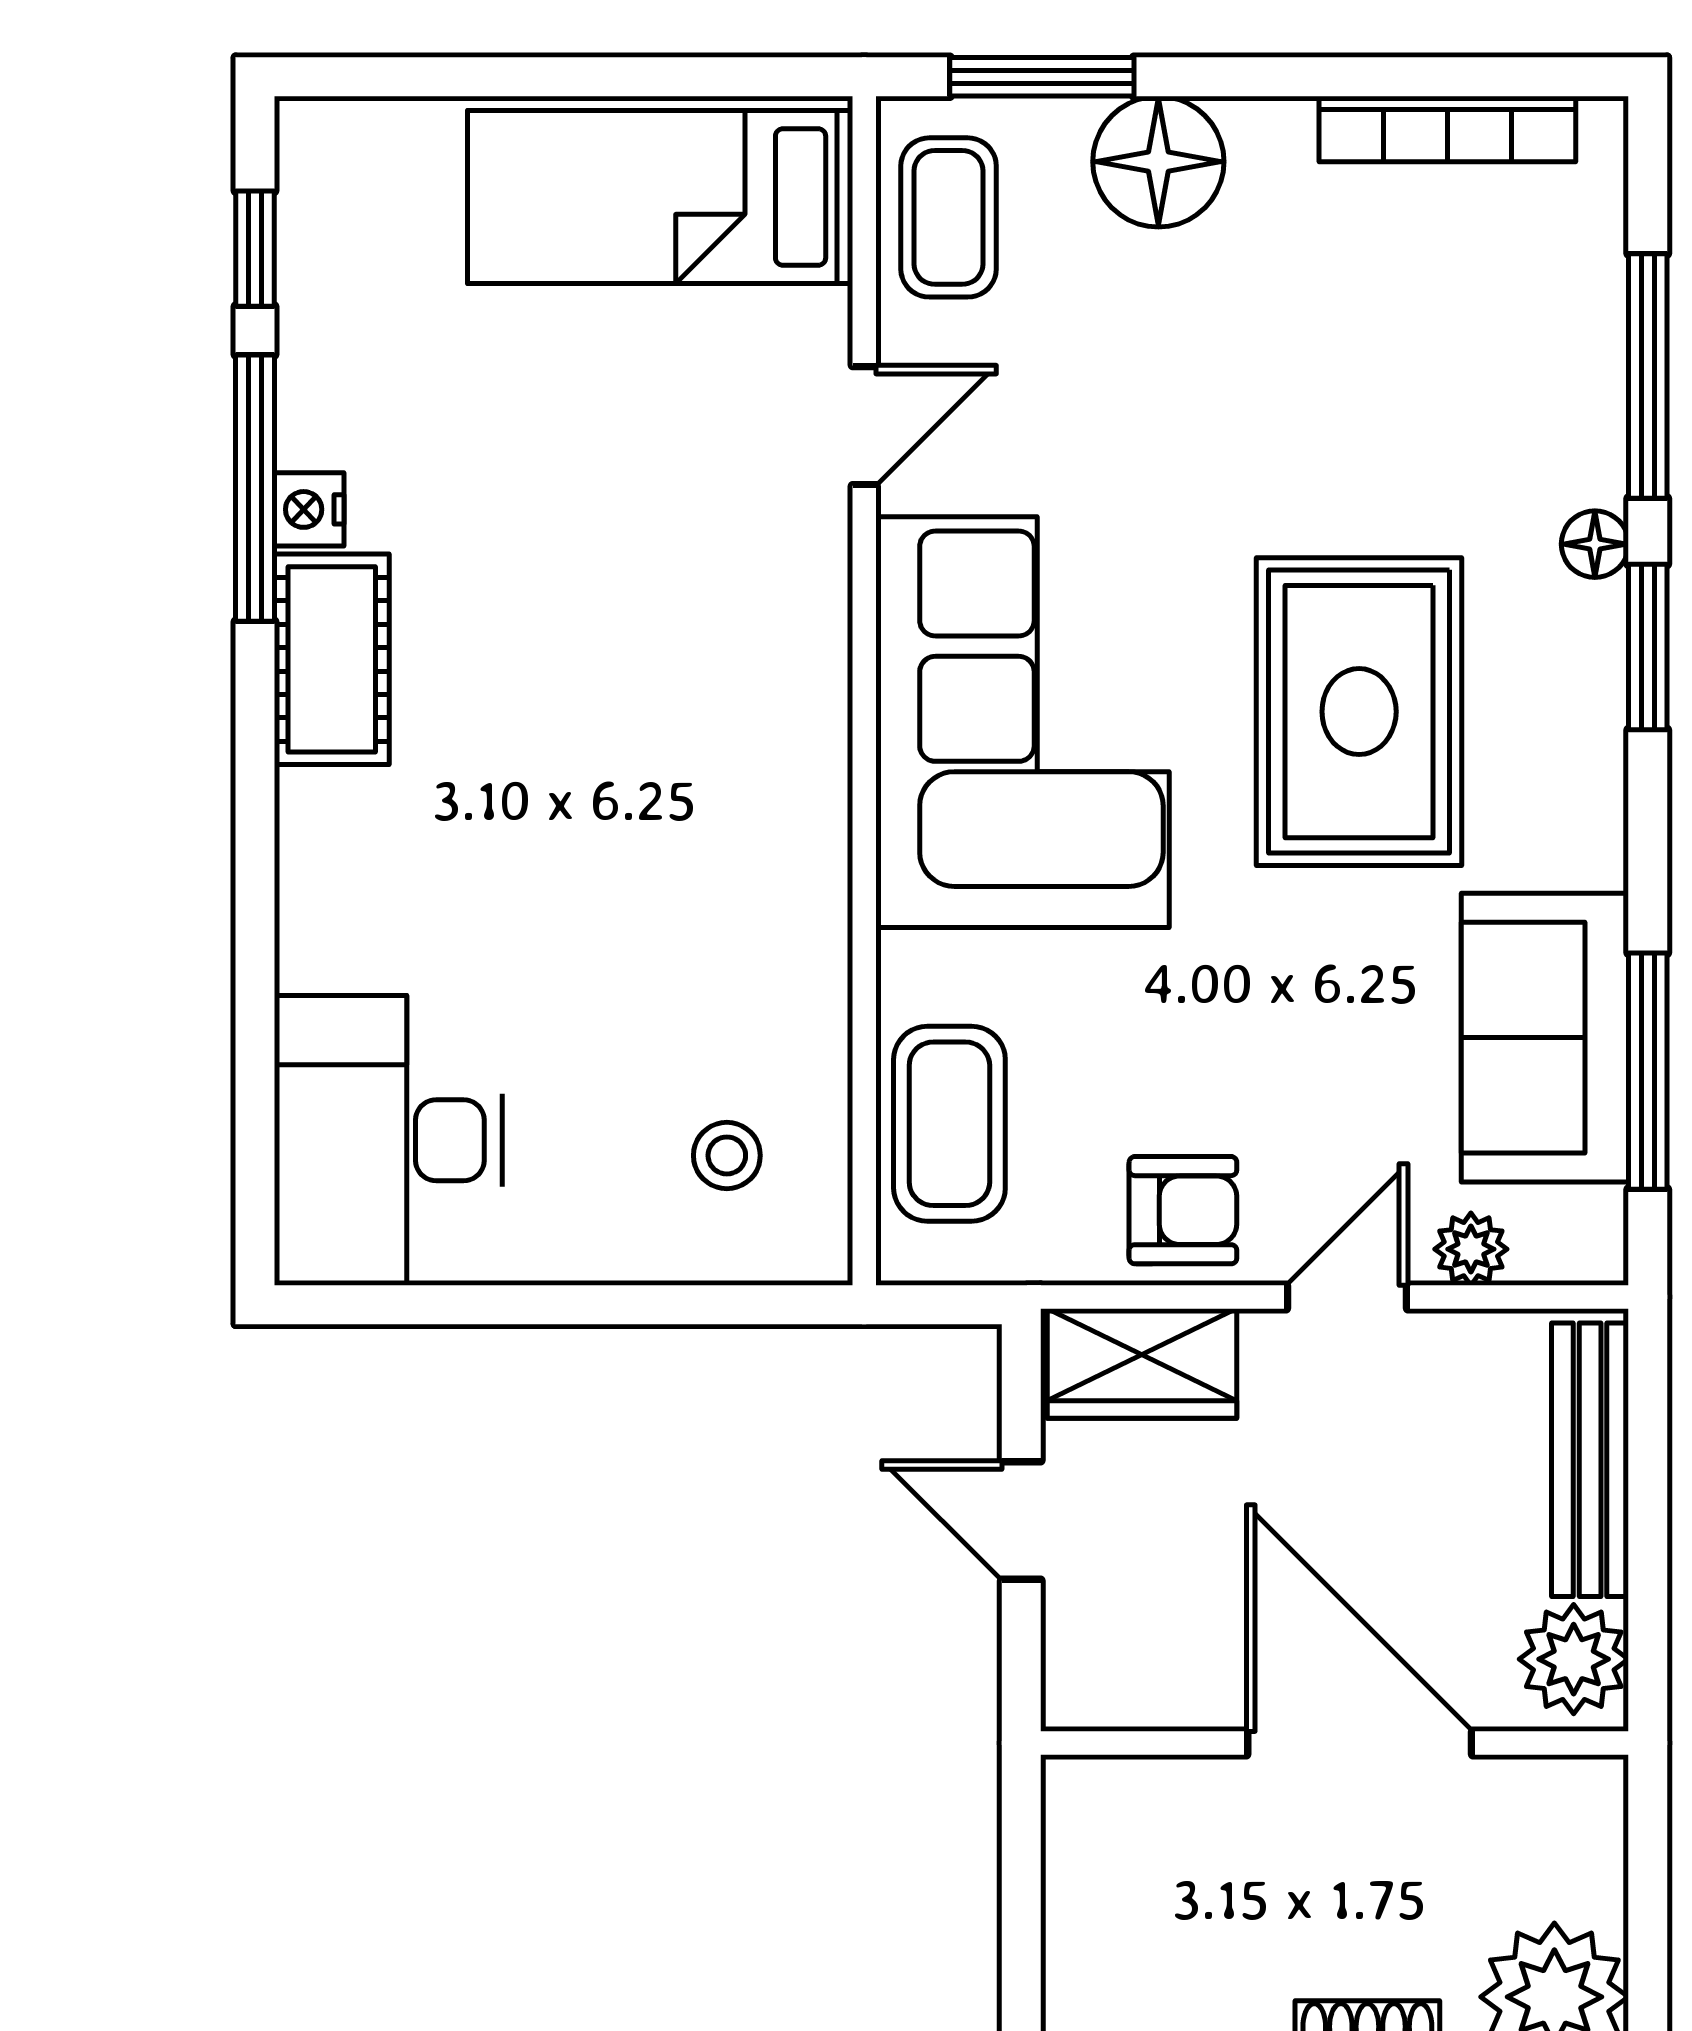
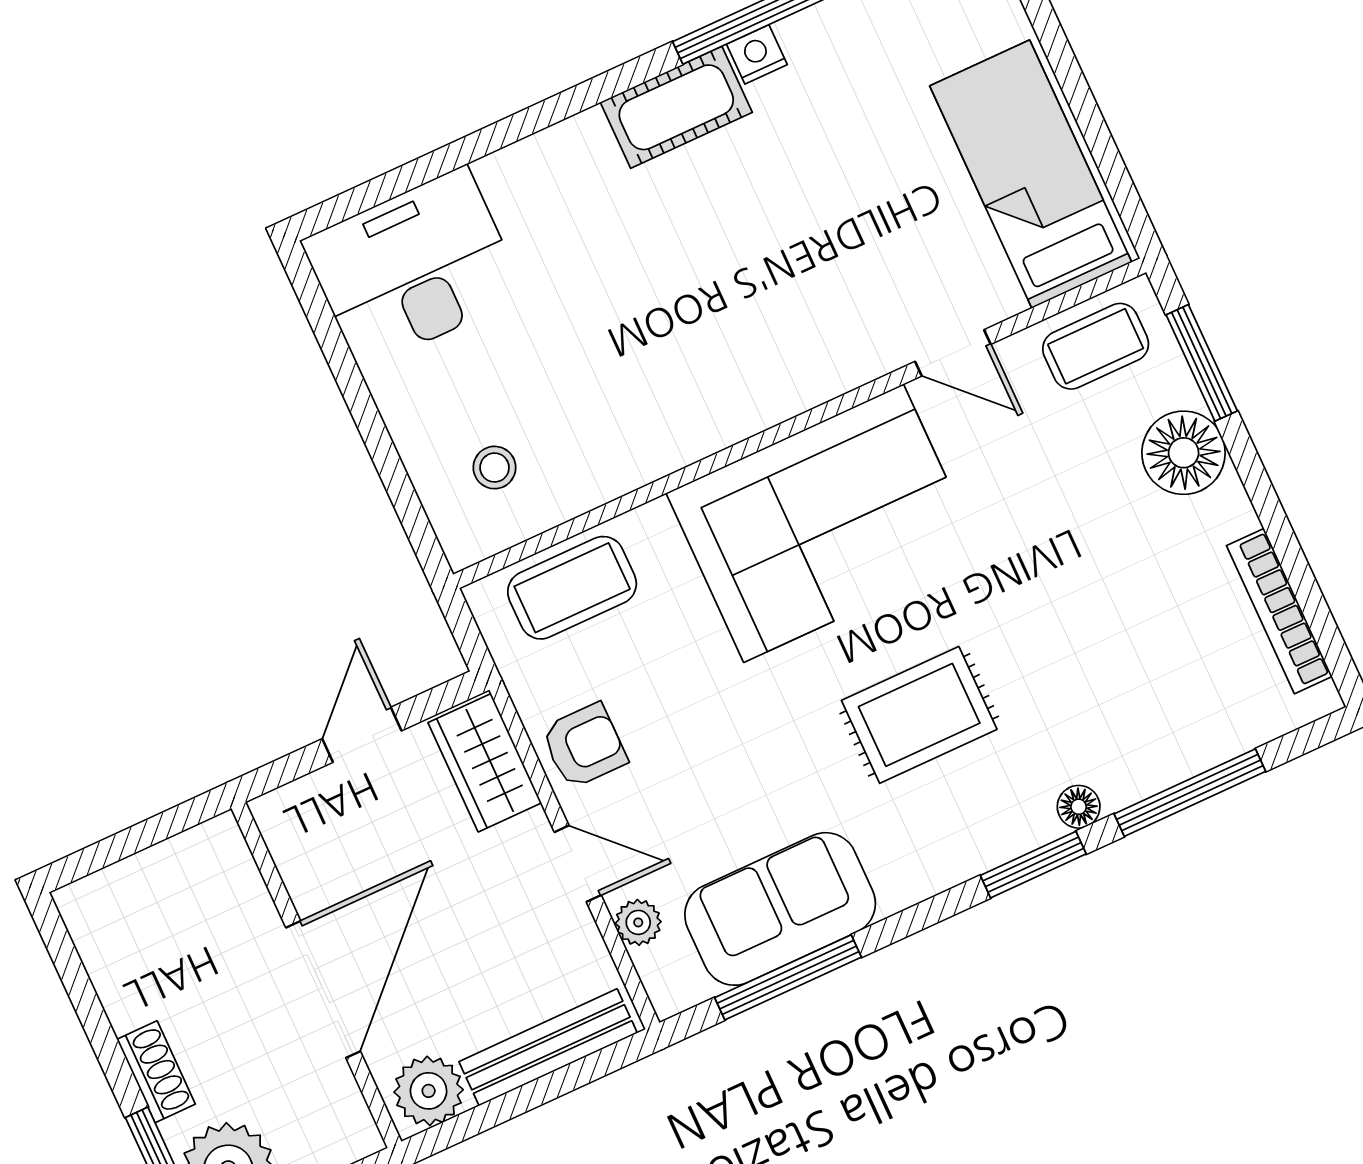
rug: (1359, 712) -> (919, 715), width x0.73, depth x0.70
armchair: (1183, 1210) -> (584, 746), turned -90

